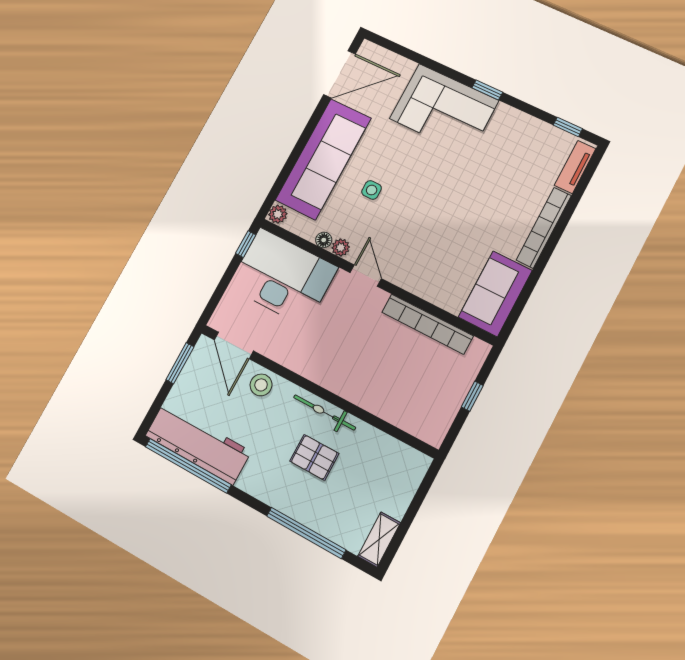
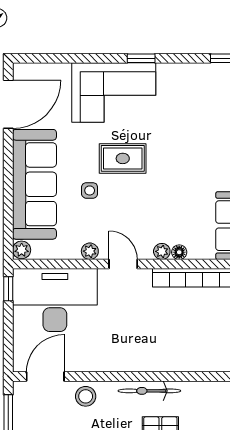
rug: (419, 175) -> (123, 158), added
floor lamp: (324, 240) -> (179, 252), moved
plant: (409, 282) -> (162, 251), added
door: (234, 345) -> (45, 377), swing flipped

